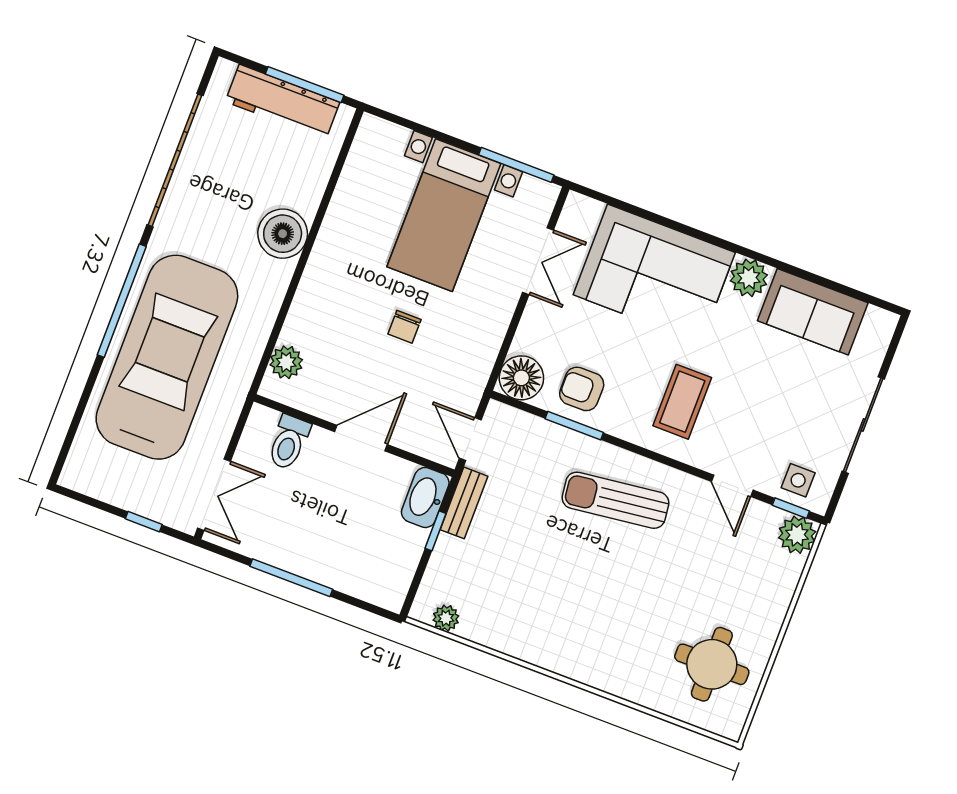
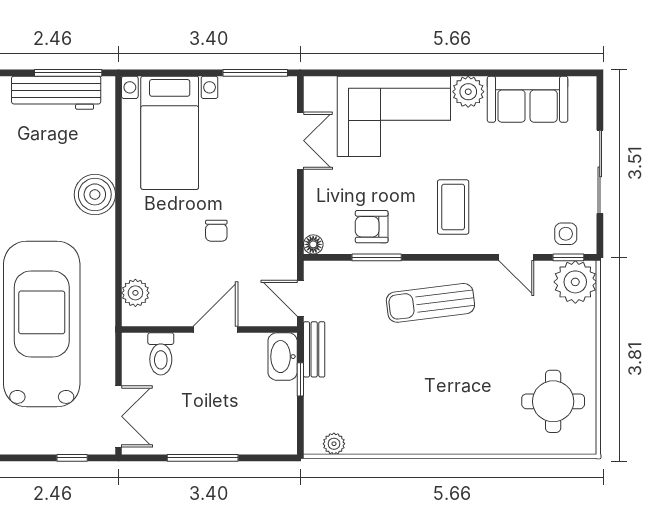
bed with nightstands: (444, 215) -> (170, 133), moved
floor lamp: (521, 378) -> (313, 244), width x0.53, depth x0.53
plant: (797, 535) -> (575, 282), width x1.36, depth x1.36

